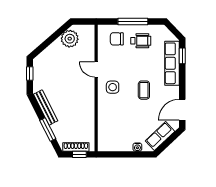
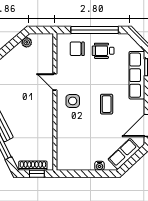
window: (133, 21) -> (95, 30), width x1.46
plant: (70, 39) -> (27, 42), width x0.53, depth x0.53
wheelchair: (141, 41) -> (103, 51), turned 180

